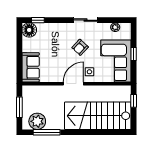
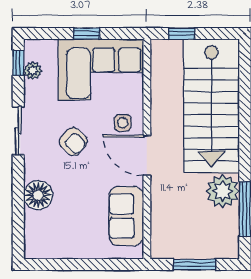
window: (38, 20) -> (18, 63), moved
floor lamp: (29, 30) -> (38, 195), moved
sofa: (31, 67) -> (126, 216), moved, turned -90
plant: (37, 121) -> (223, 191), moved

